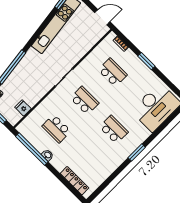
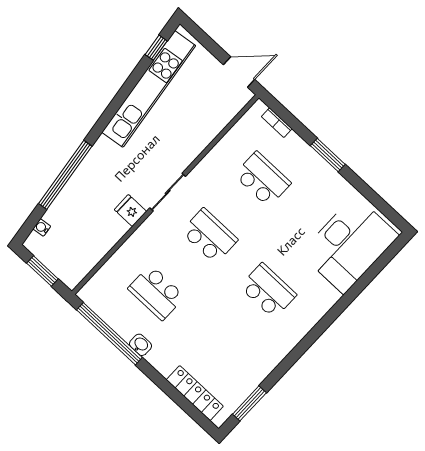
fridge: (23, 108) -> (130, 210), moved
window: (137, 152) -> (249, 403), moved

